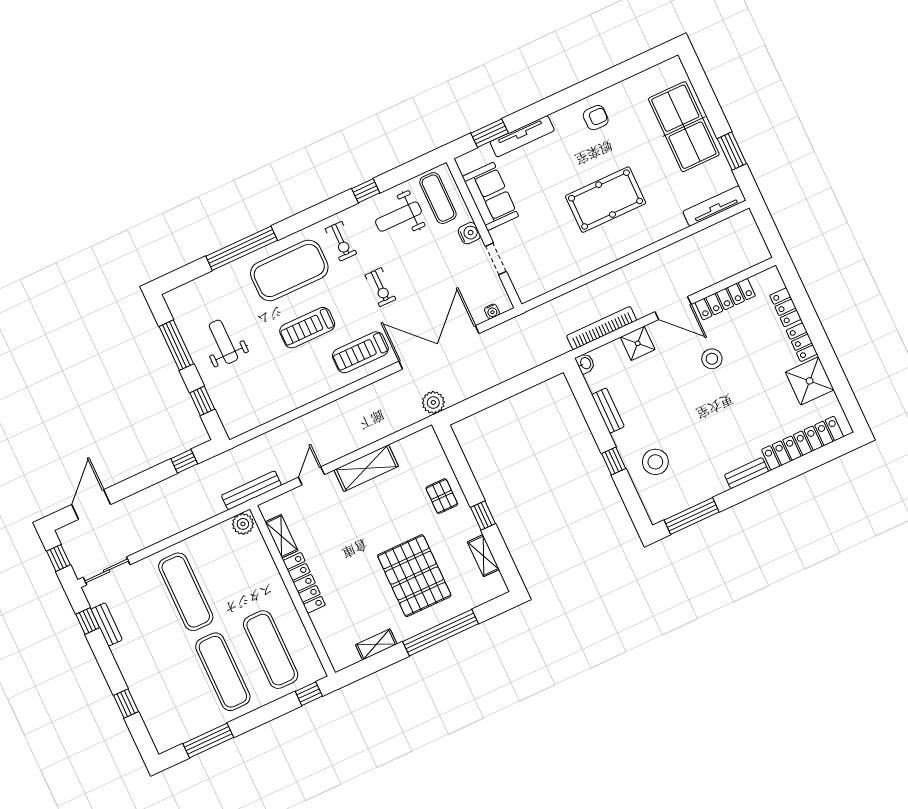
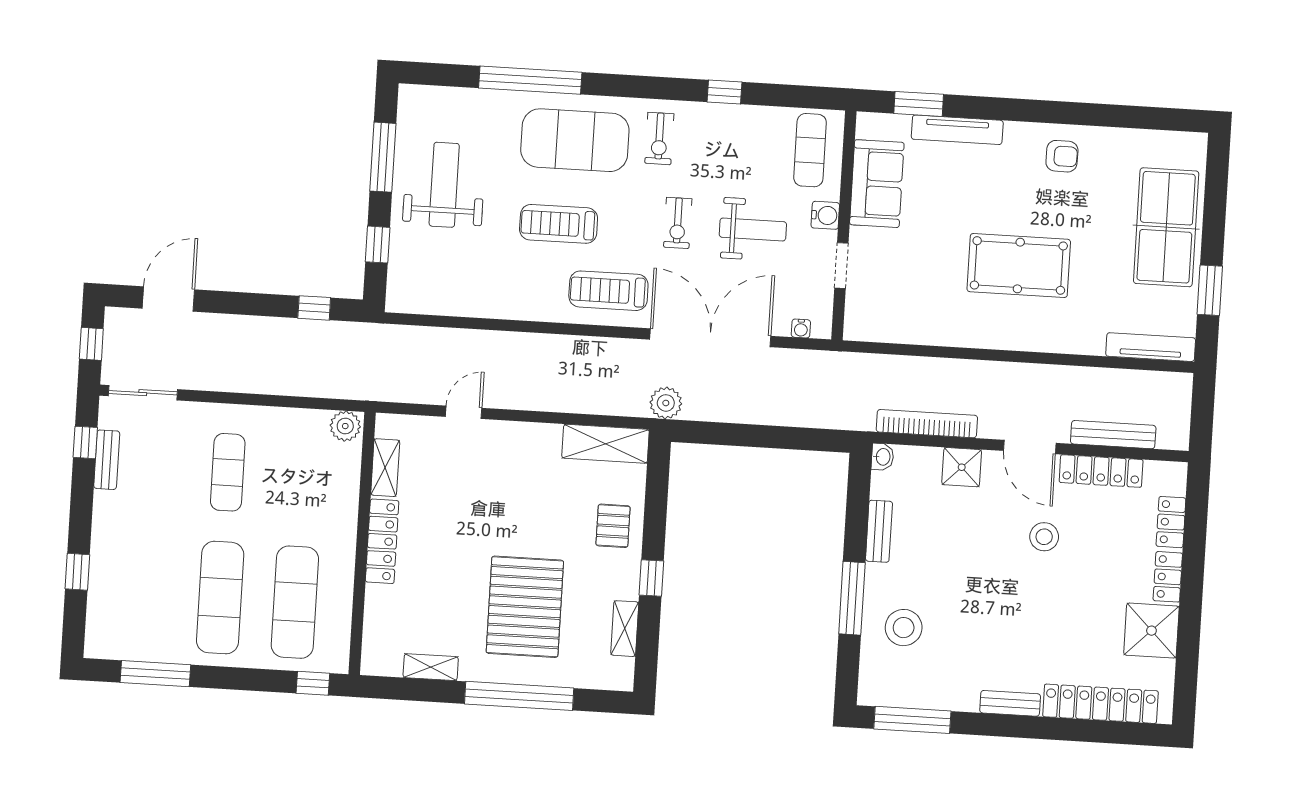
weight bench: (398, 217) -> (753, 229), moved, turned 180
weight bench: (223, 342) -> (444, 185), width x1.36, depth x1.33
window: (614, 461) -> (852, 598), width x2.17
shelving: (366, 468) -> (605, 444), moved
bench: (251, 490) -> (1113, 435), moved
exercise mat: (186, 592) -> (228, 472), width x0.73, depth x0.69

